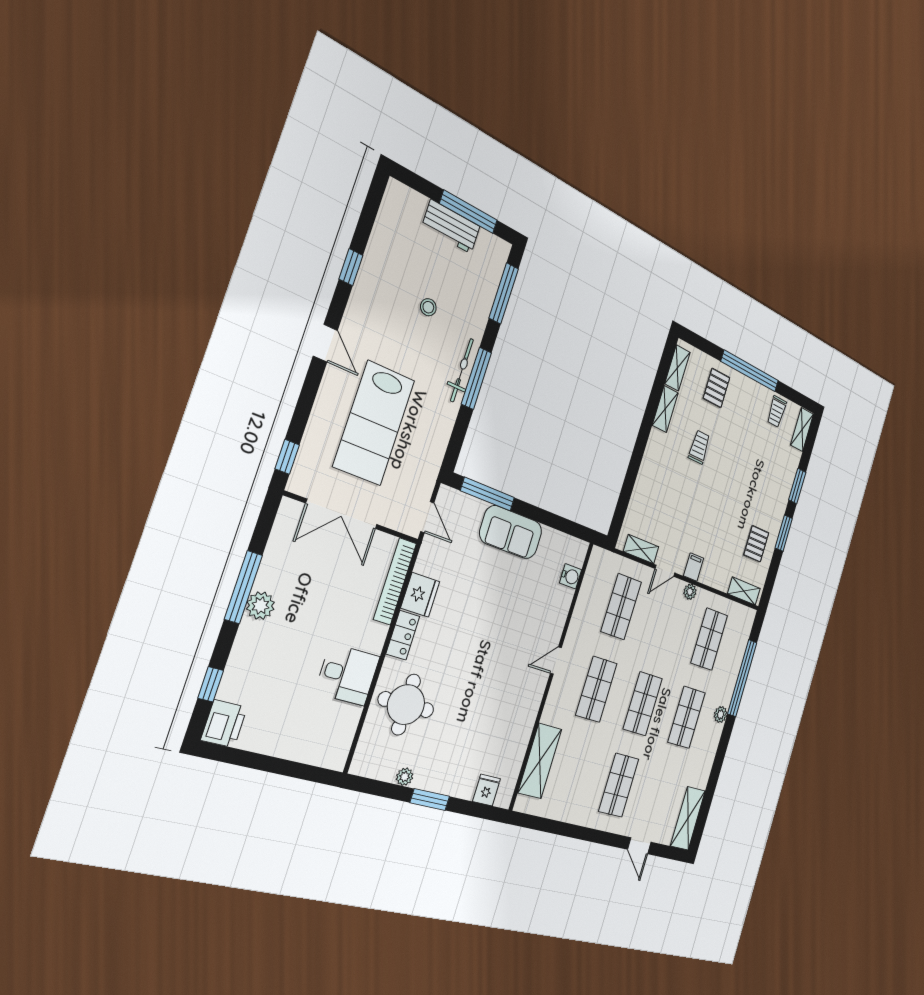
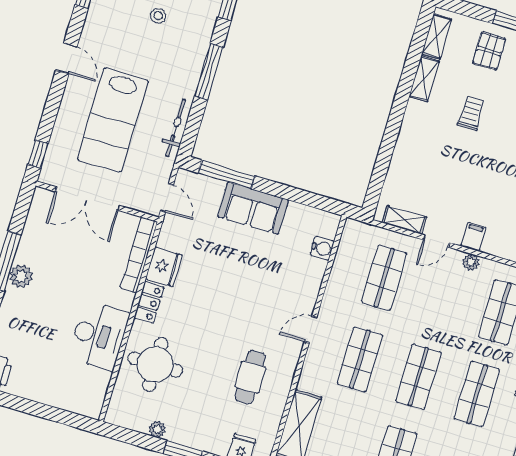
bicycle: (462, 370) -> (176, 128), moved
desk: (347, 675) -> (99, 336), width x1.37
cafe table: (499, 713) -> (250, 377), added

